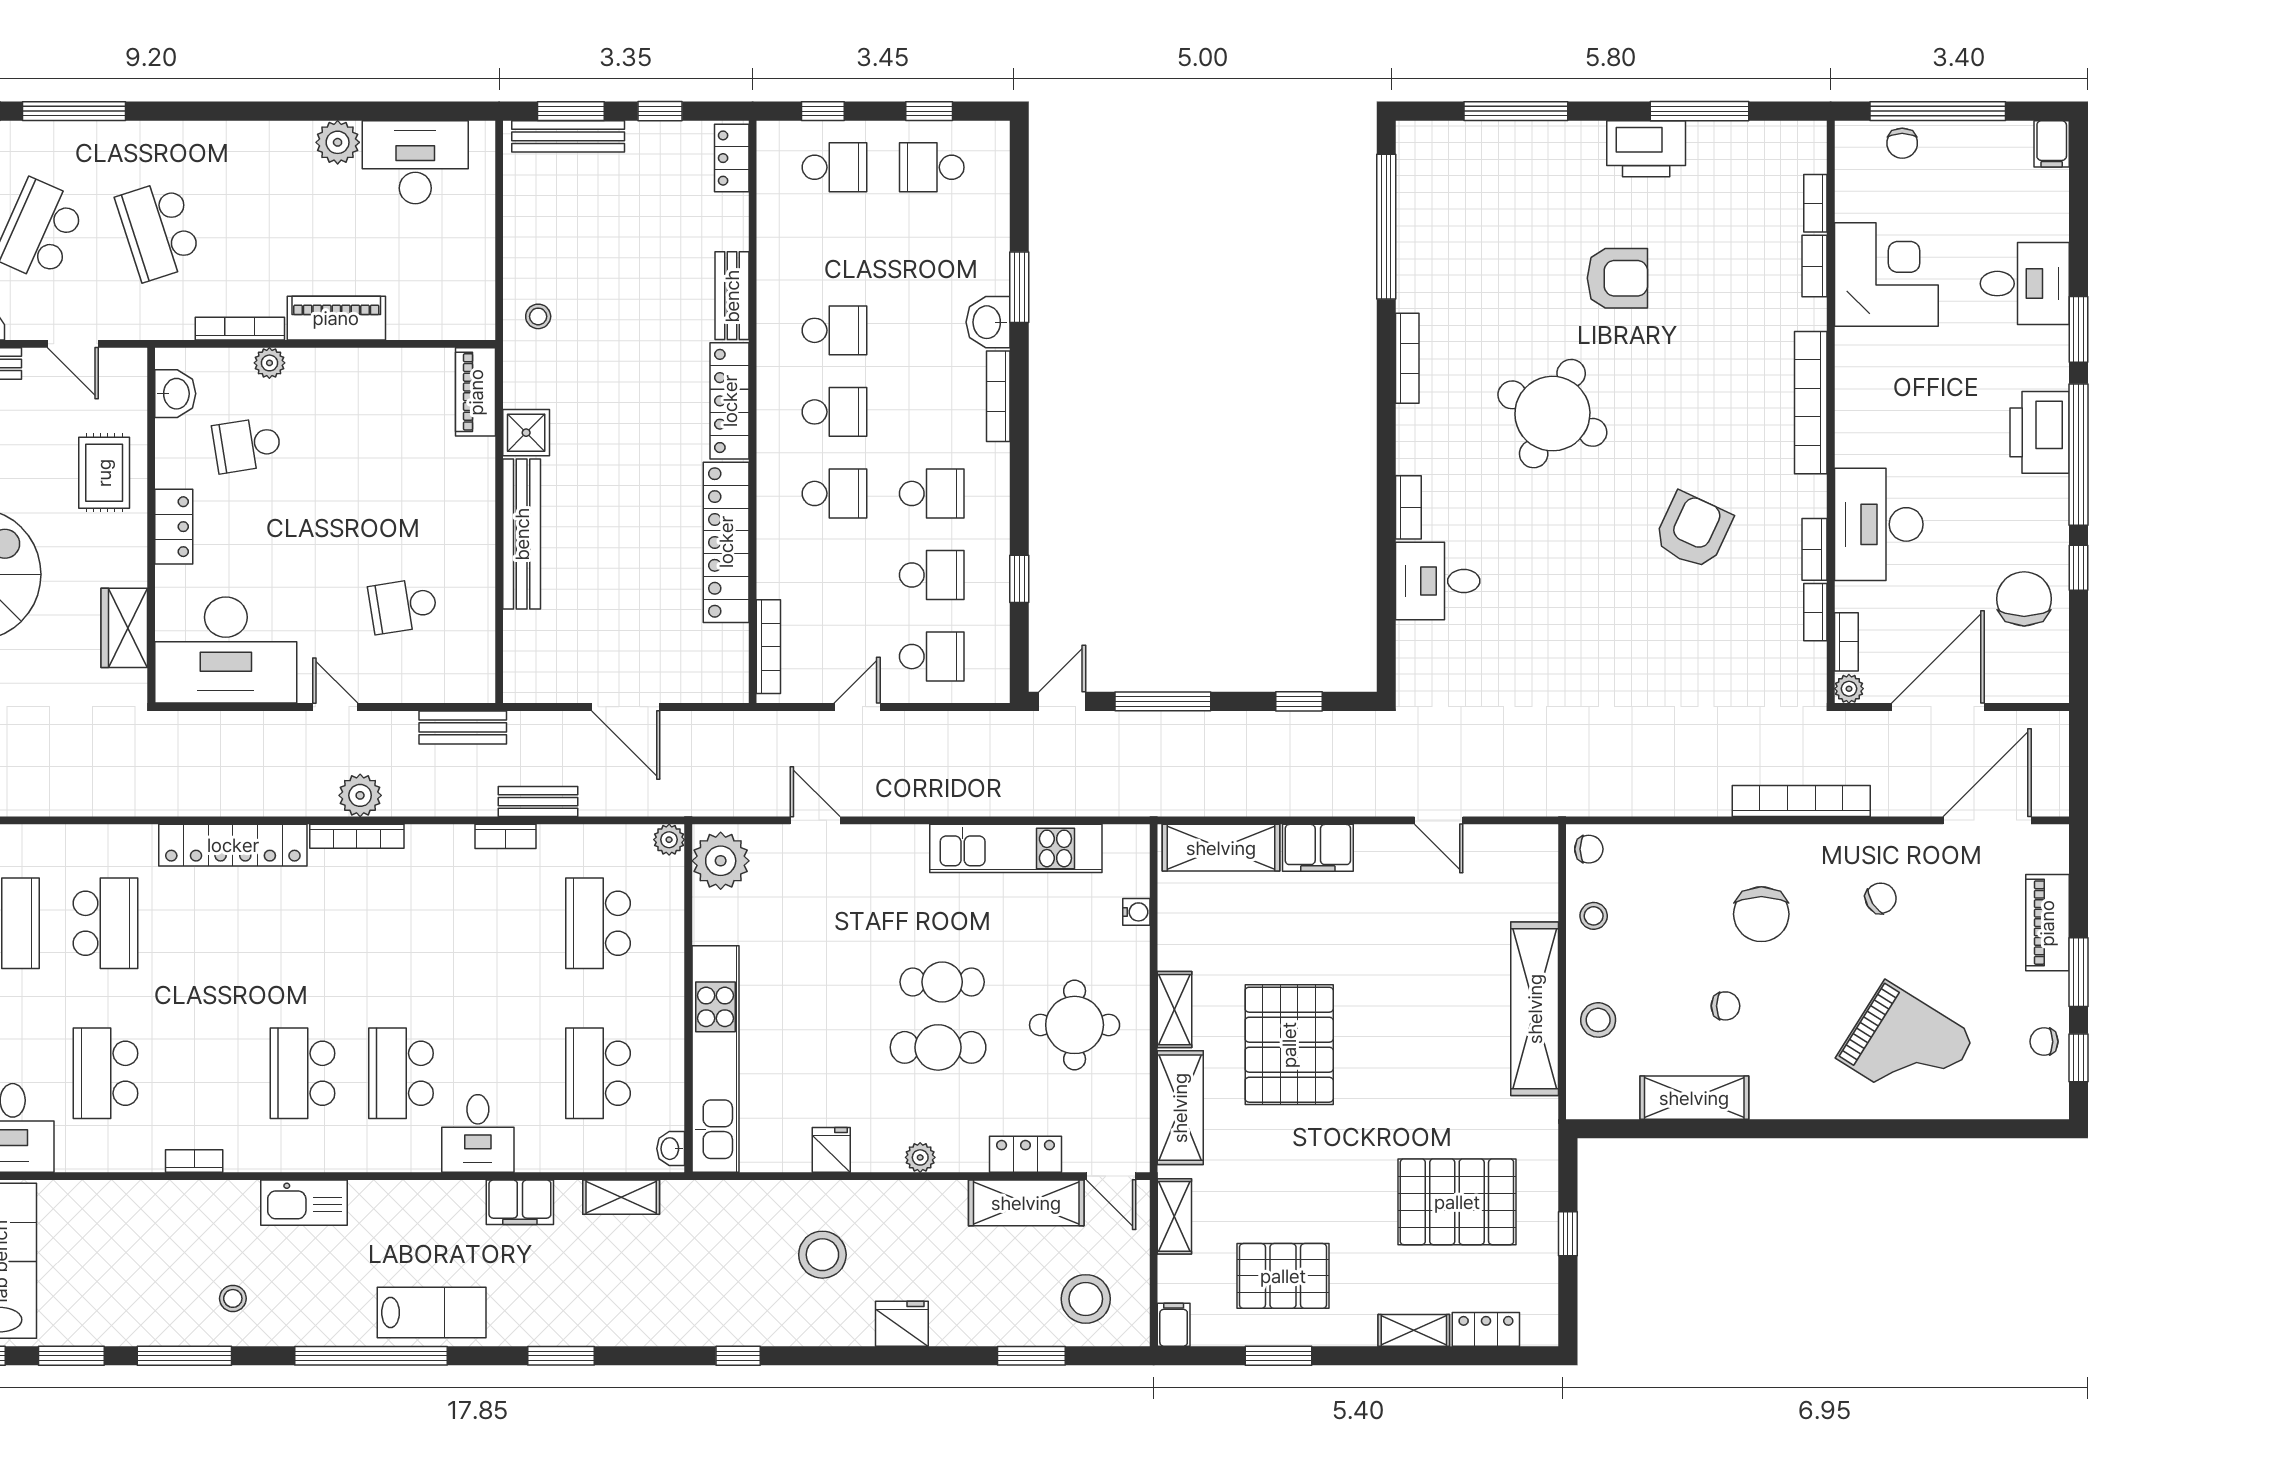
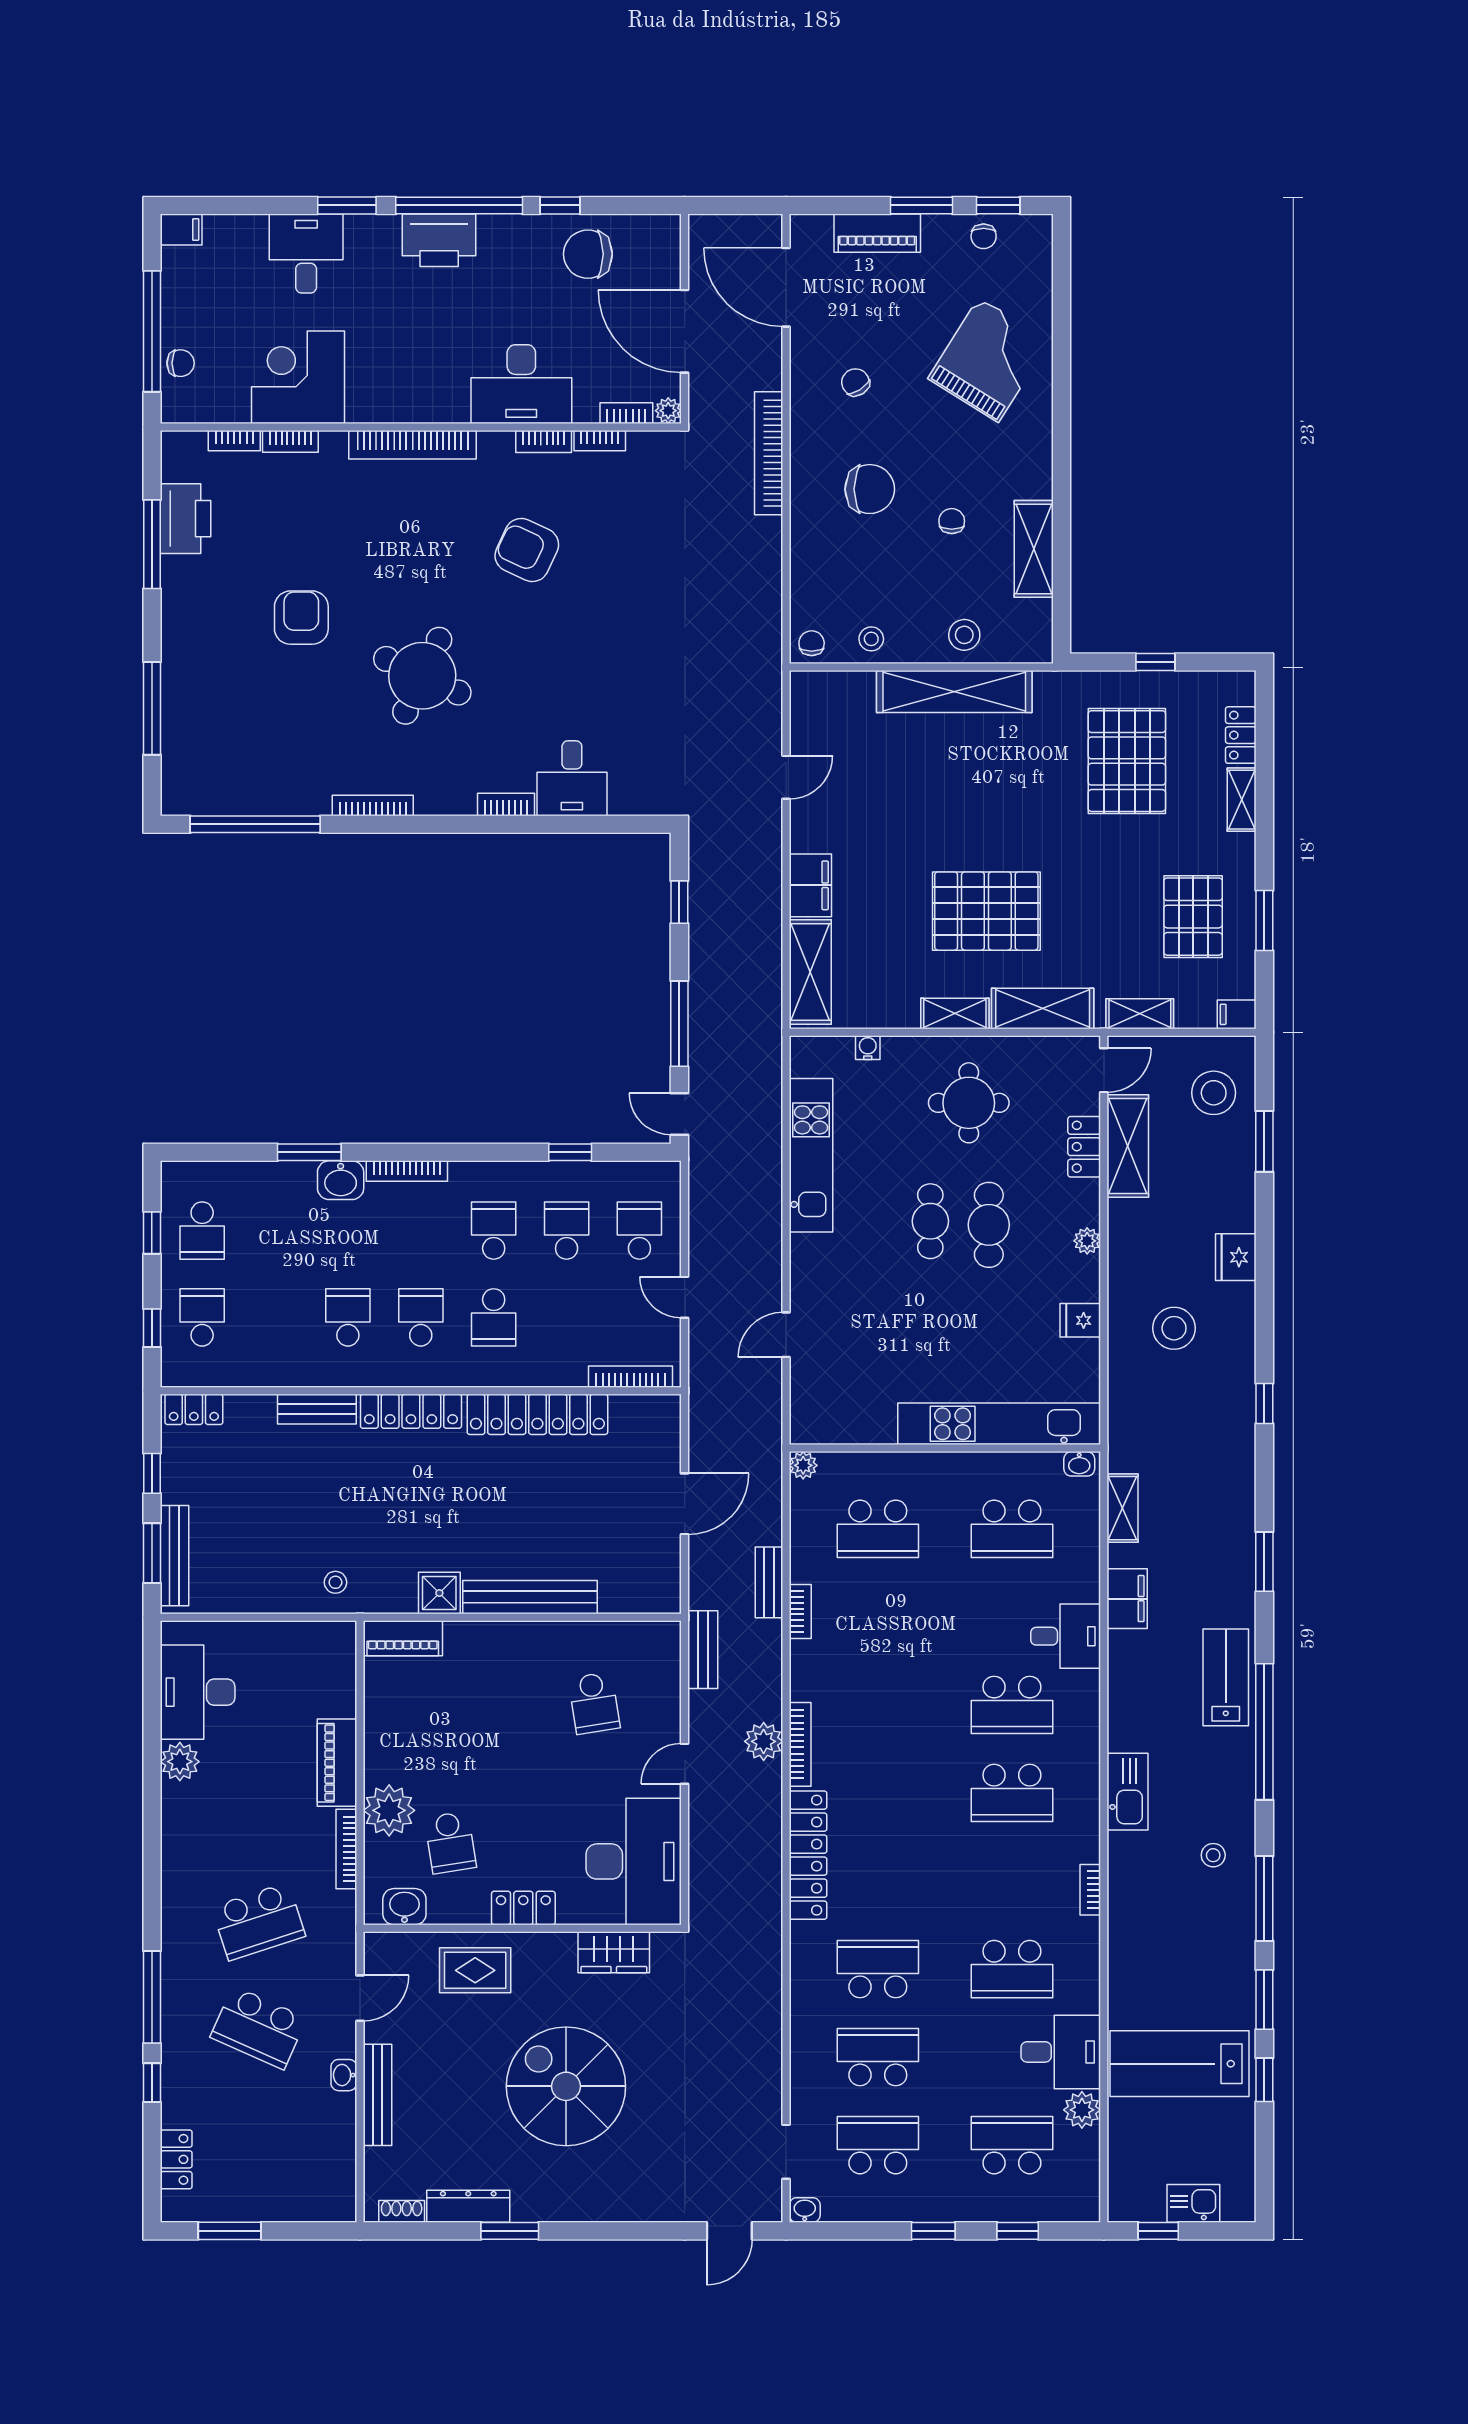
printer: (1646, 149) -> (186, 519), moved
plant: (269, 363) -> (389, 1810), width x1.88, depth x1.88
school desk: (834, 493) -> (494, 1317), turned 180
plant: (721, 861) -> (822, 1419), removed

